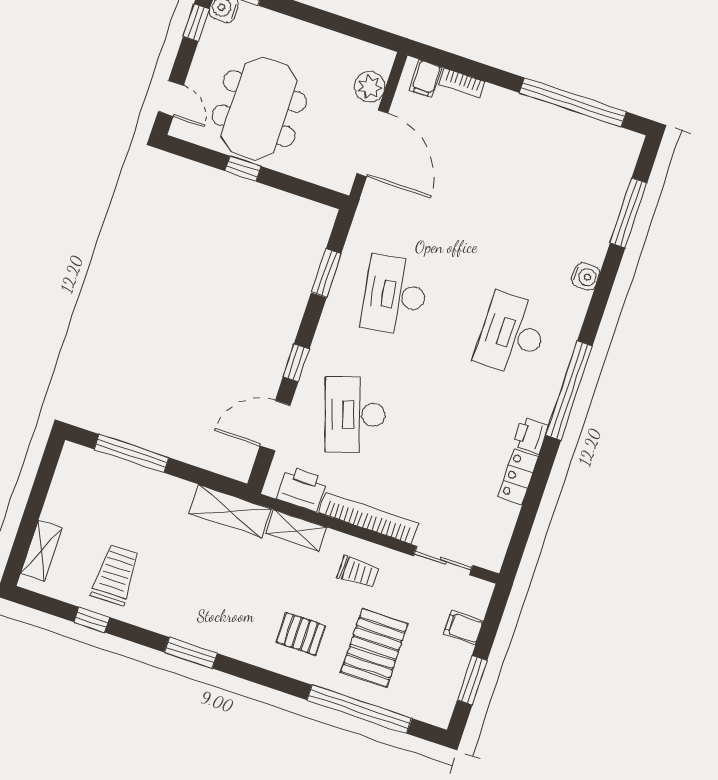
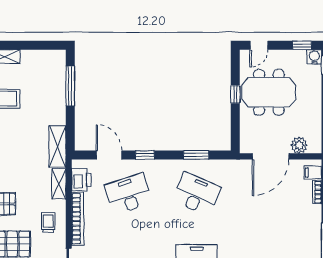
desk: (395, 295) -> (197, 194), turned 33
trolley: (358, 572) -> (48, 222), turned 180

